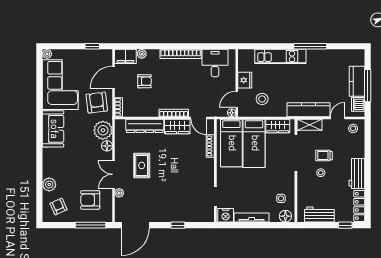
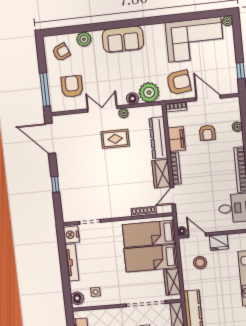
filing cabinet: (125, 56) -> (176, 139), moved, turned 180
sofa: (53, 129) -> (123, 39), moved
plant: (119, 193) -> (123, 113), moved

